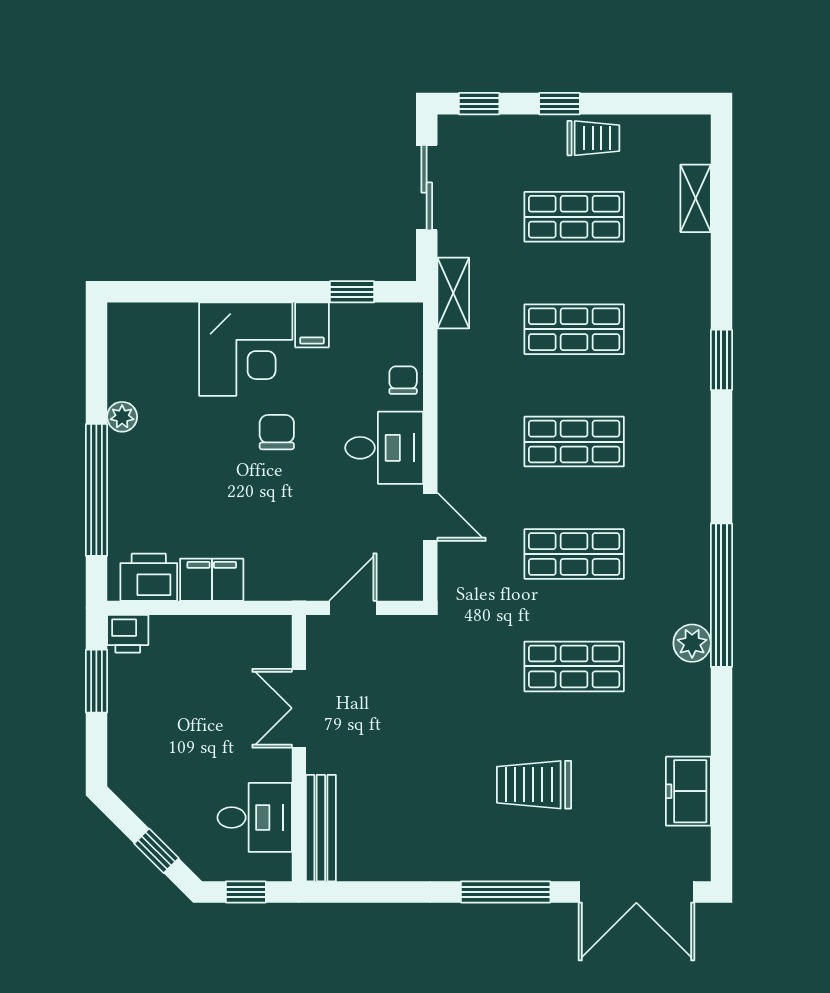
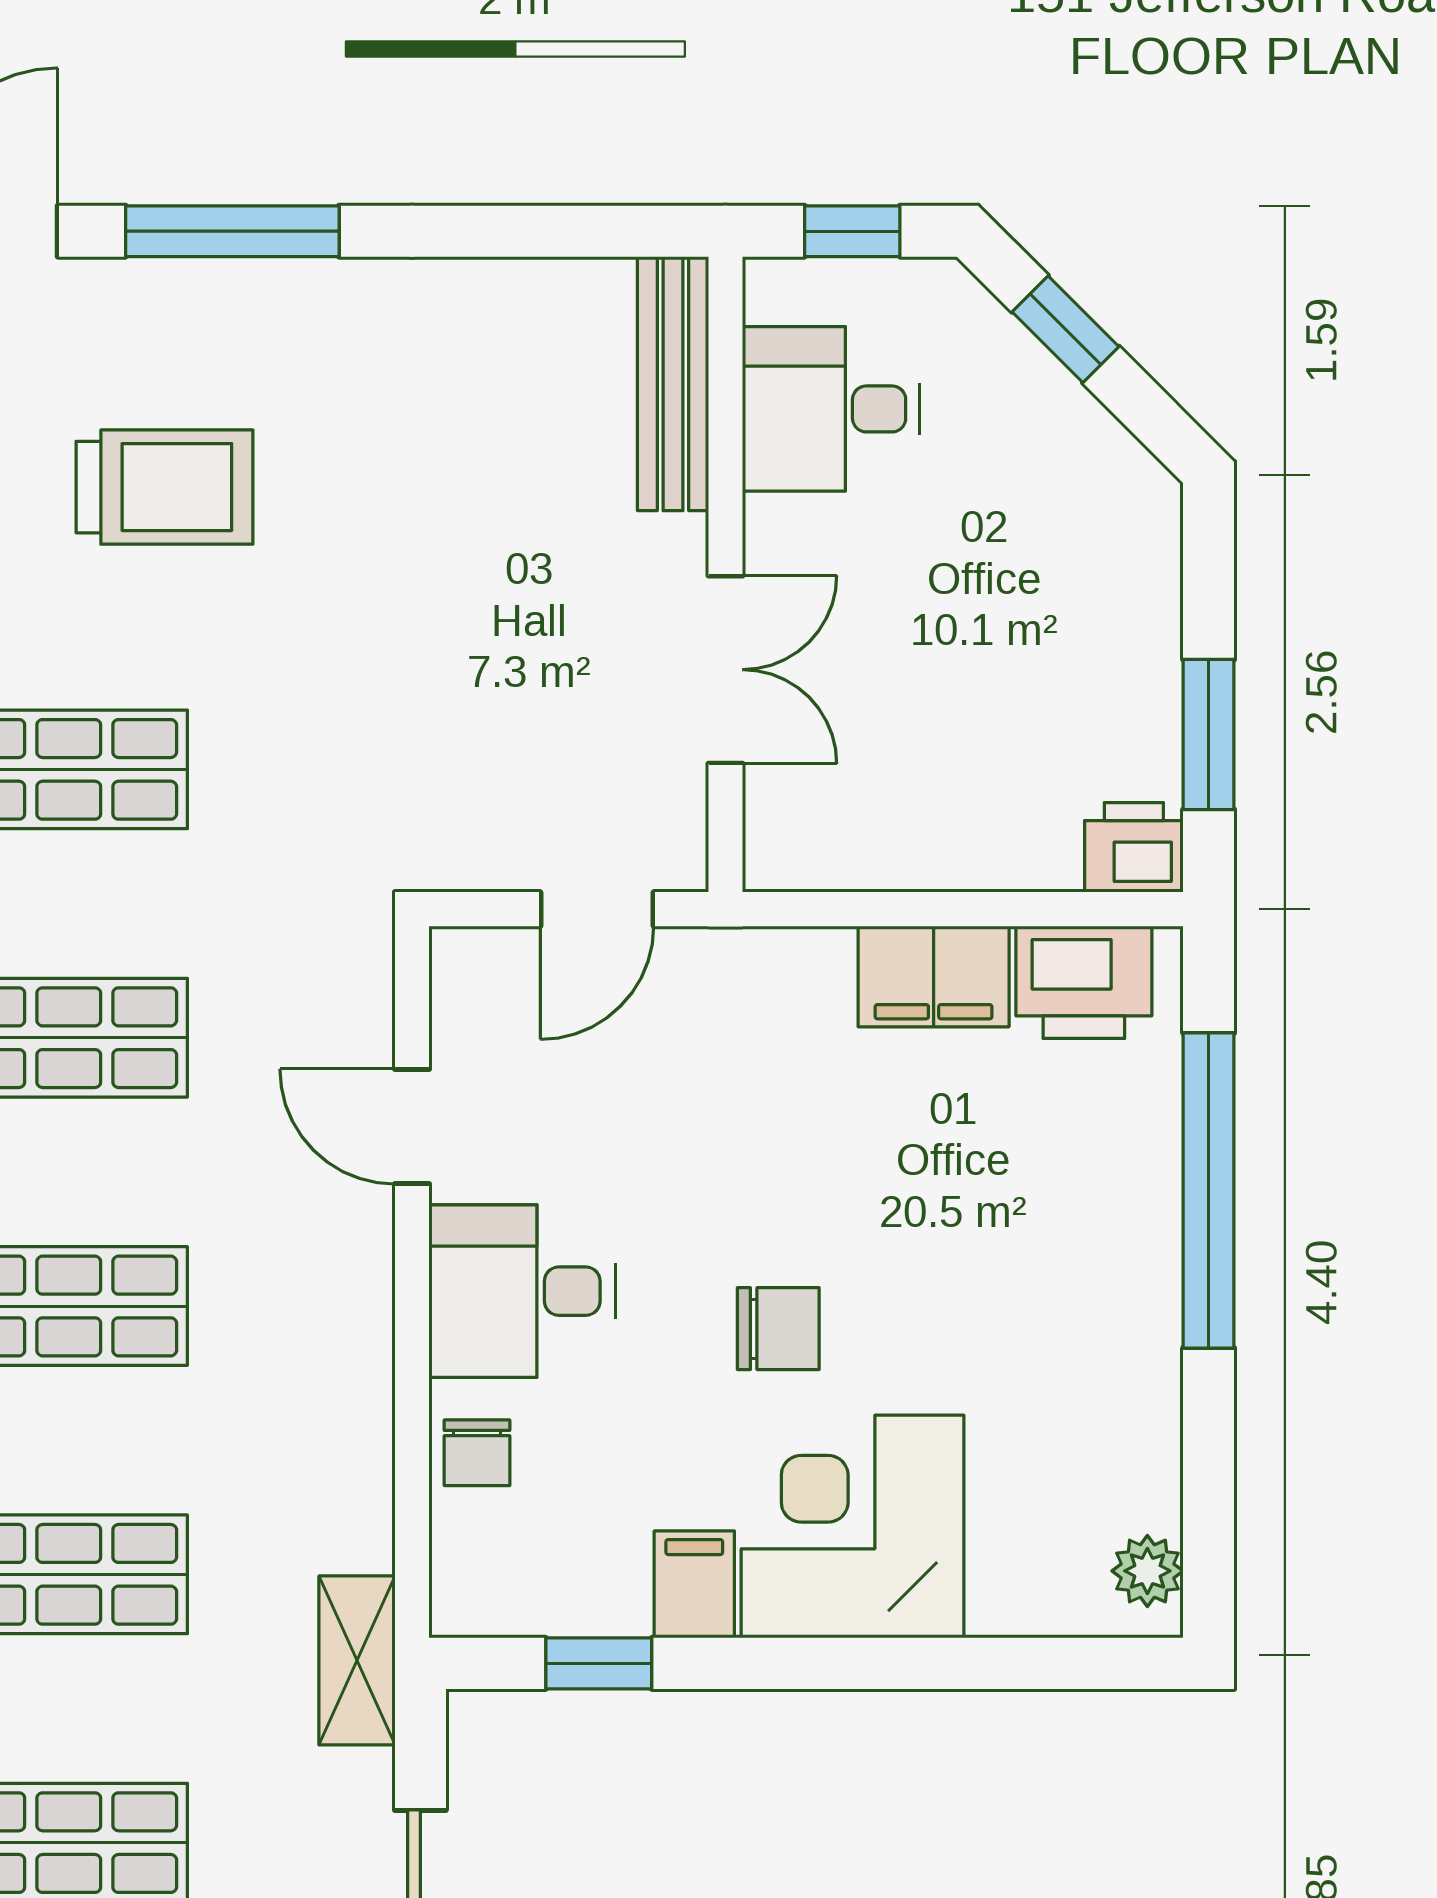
plant: (122, 417) -> (1147, 1571), moved
chair: (277, 432) -> (778, 1329), turned -90

